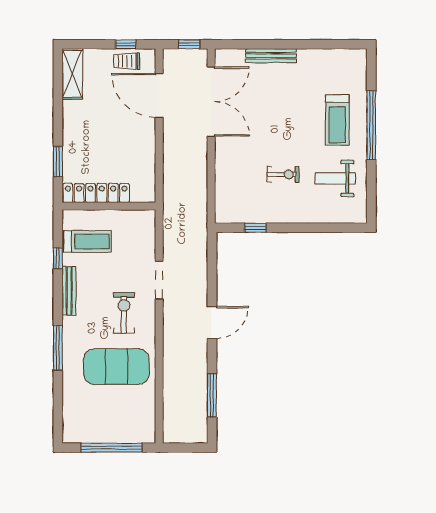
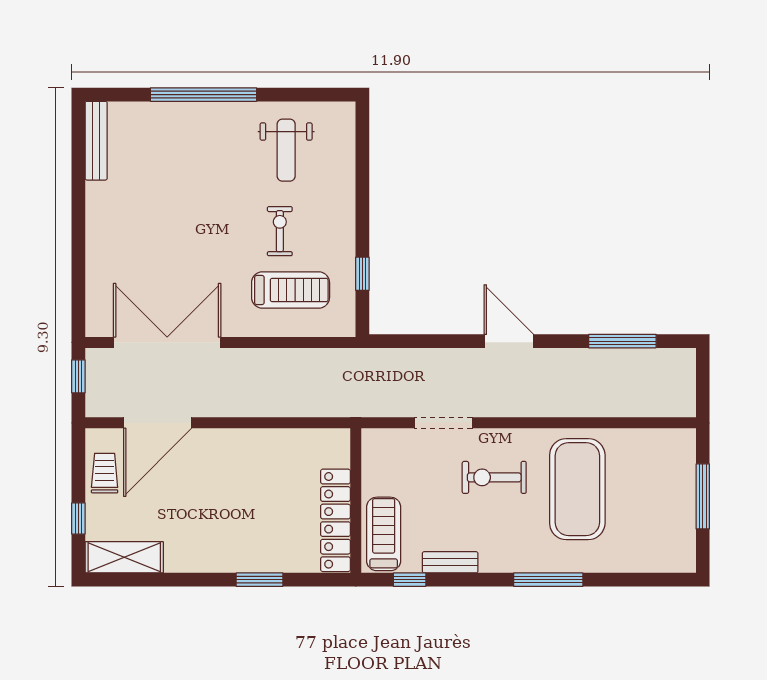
window: (126, 44) -> (78, 519), moved
bench: (271, 56) -> (96, 141), moved
trolley: (127, 61) -> (105, 473), turned 180
treadmill: (337, 120) -> (291, 290), moved
locker: (96, 193) -> (335, 520), moved
wall: (109, 206) -> (356, 501), moved
bench: (69, 291) -> (450, 562), width x0.73
window: (112, 448) -> (703, 496), width x0.68

